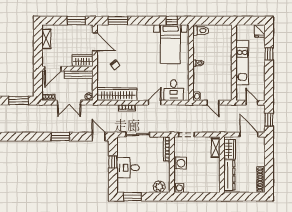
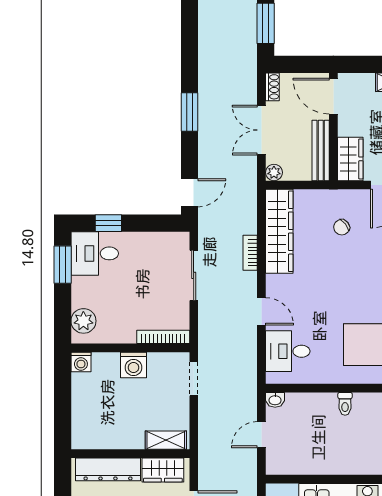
window: (113, 162) -> (108, 223), moved
desk: (128, 168) -> (95, 253), moved, turned -90

